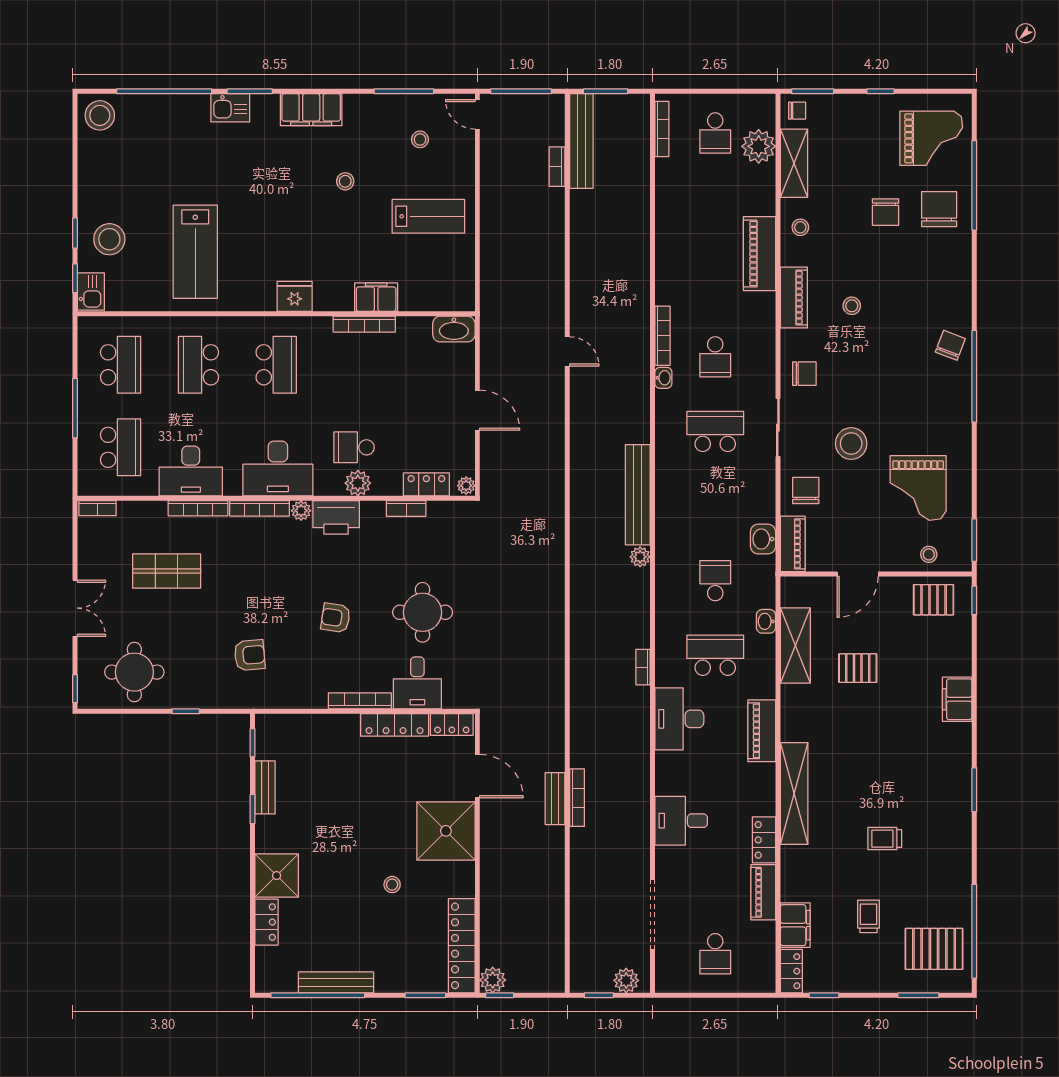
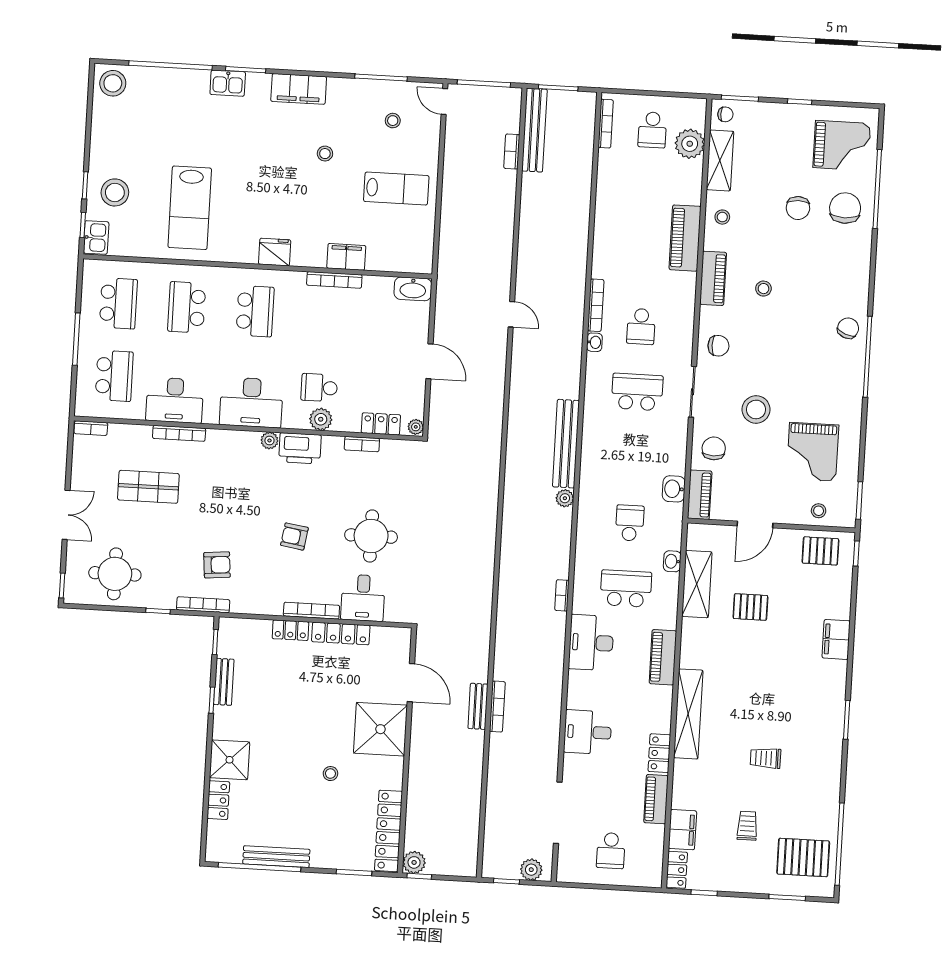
bookcase: (259, 508) -> (203, 605), moved, turned 180
locker: (452, 725) -> (291, 630), moved

